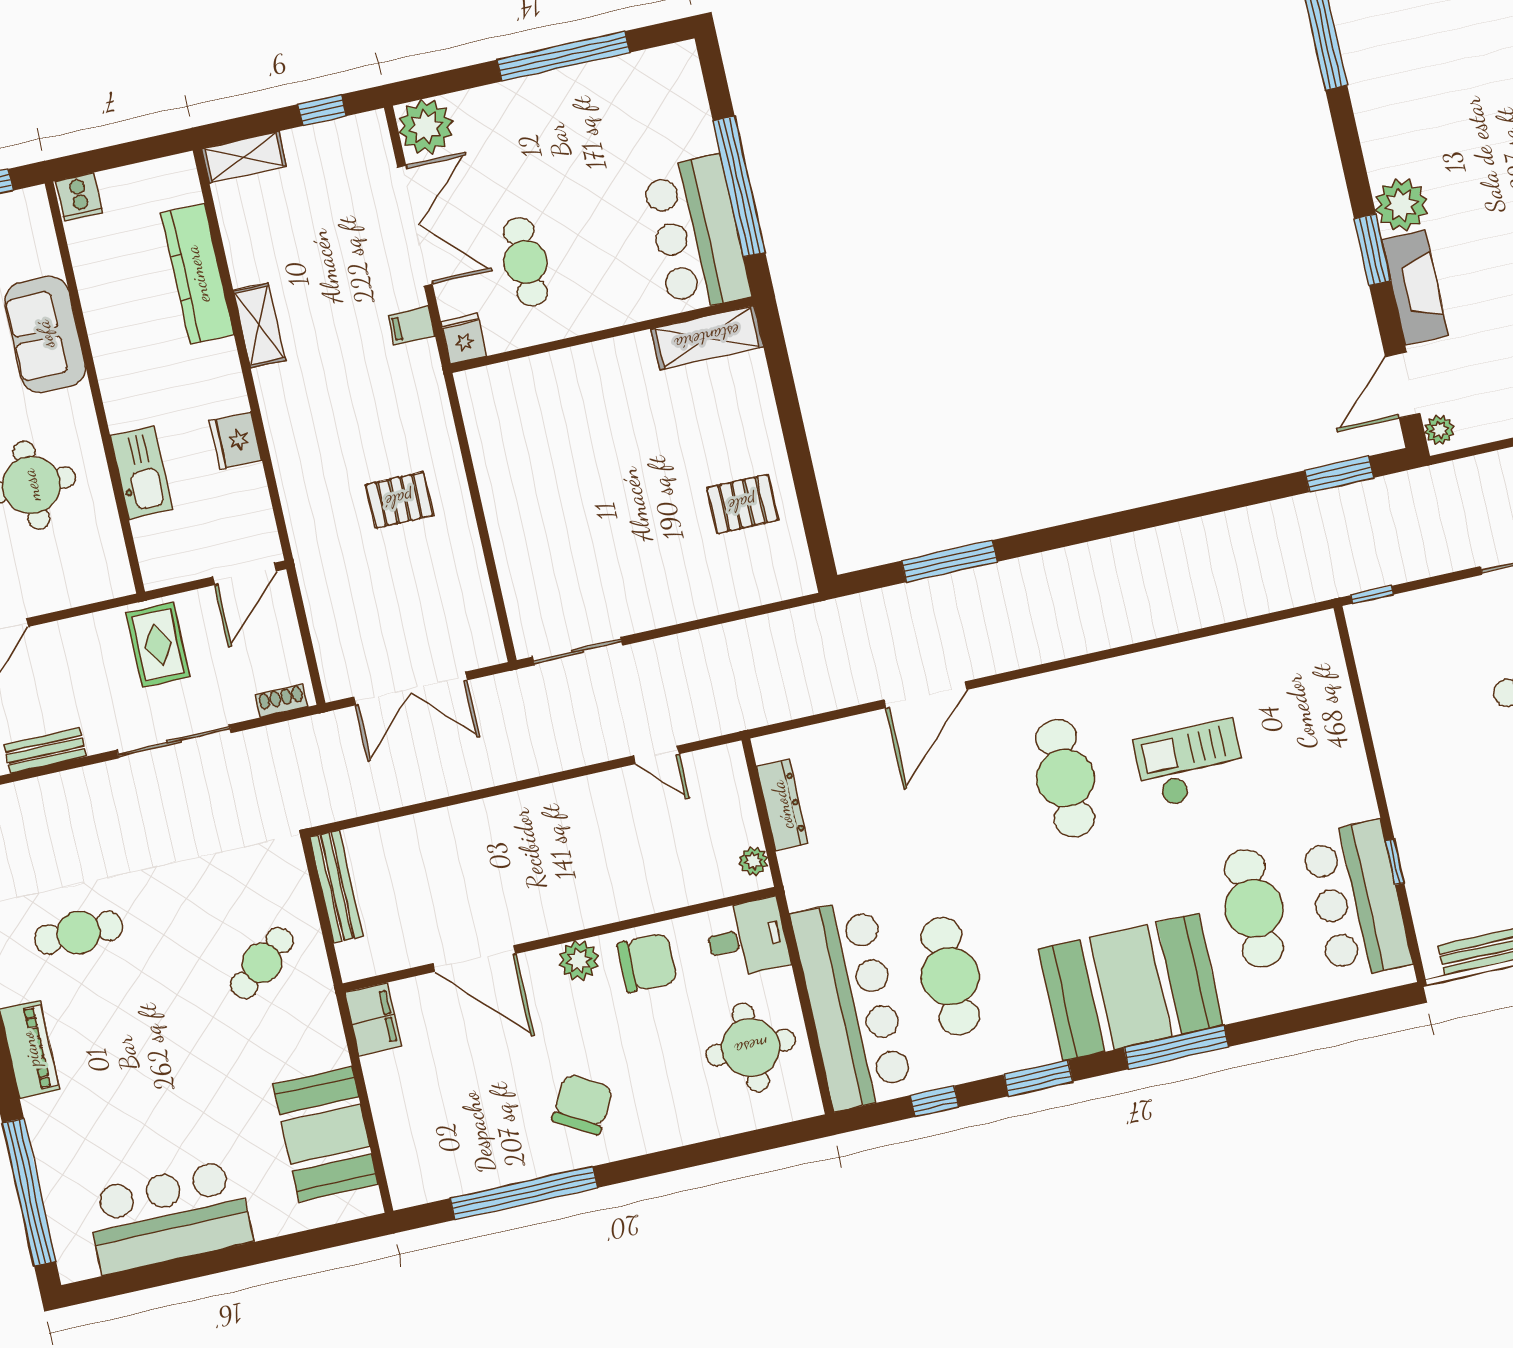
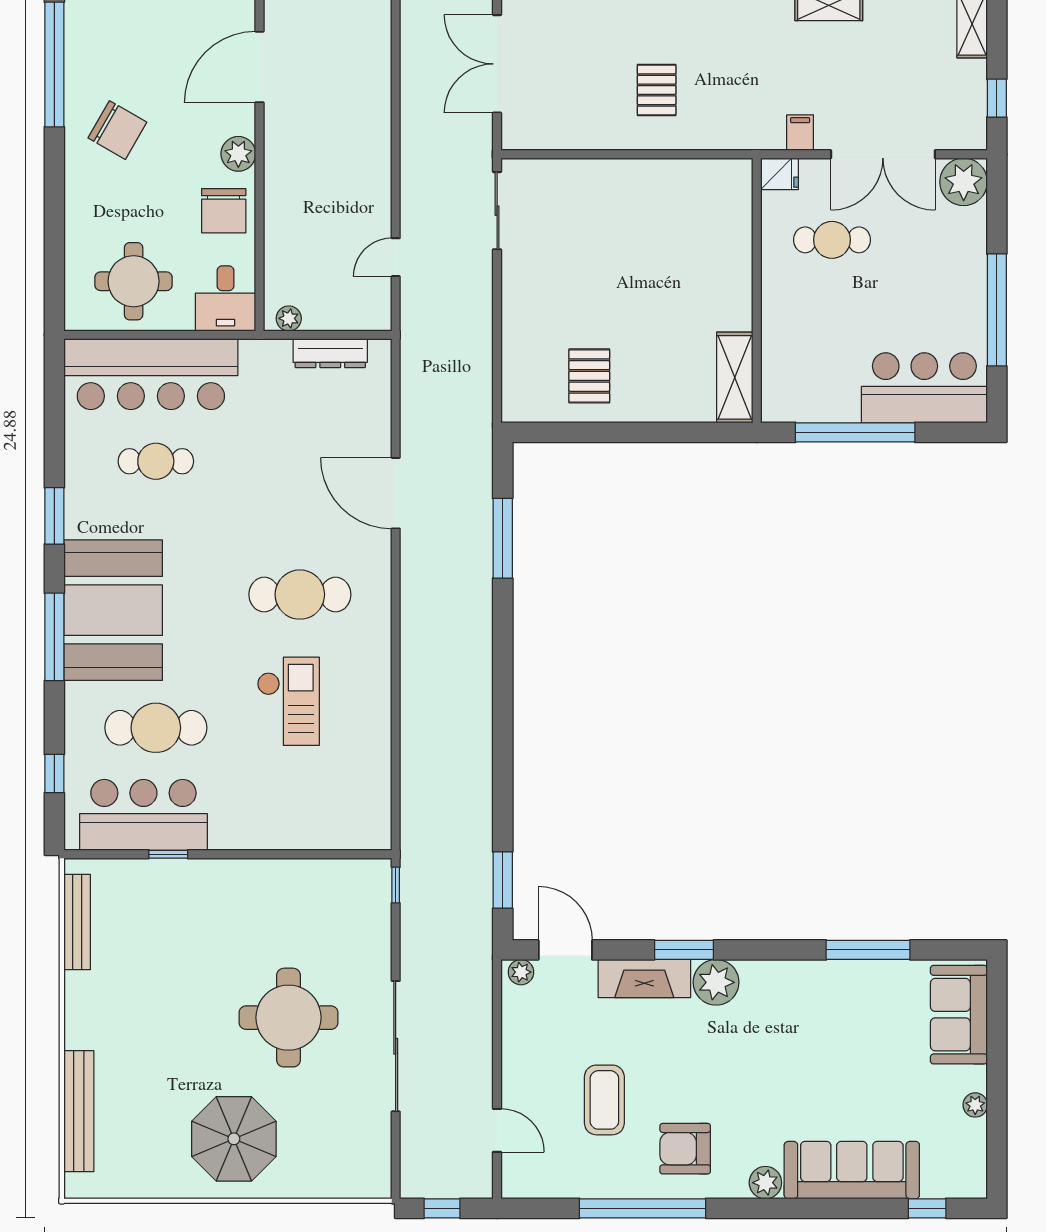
bar counter: (696, 234) -> (924, 388), moved
cafe table: (950, 976) -> (156, 461), width x0.73, depth x0.74
window: (935, 1101) -> (54, 774), moved

